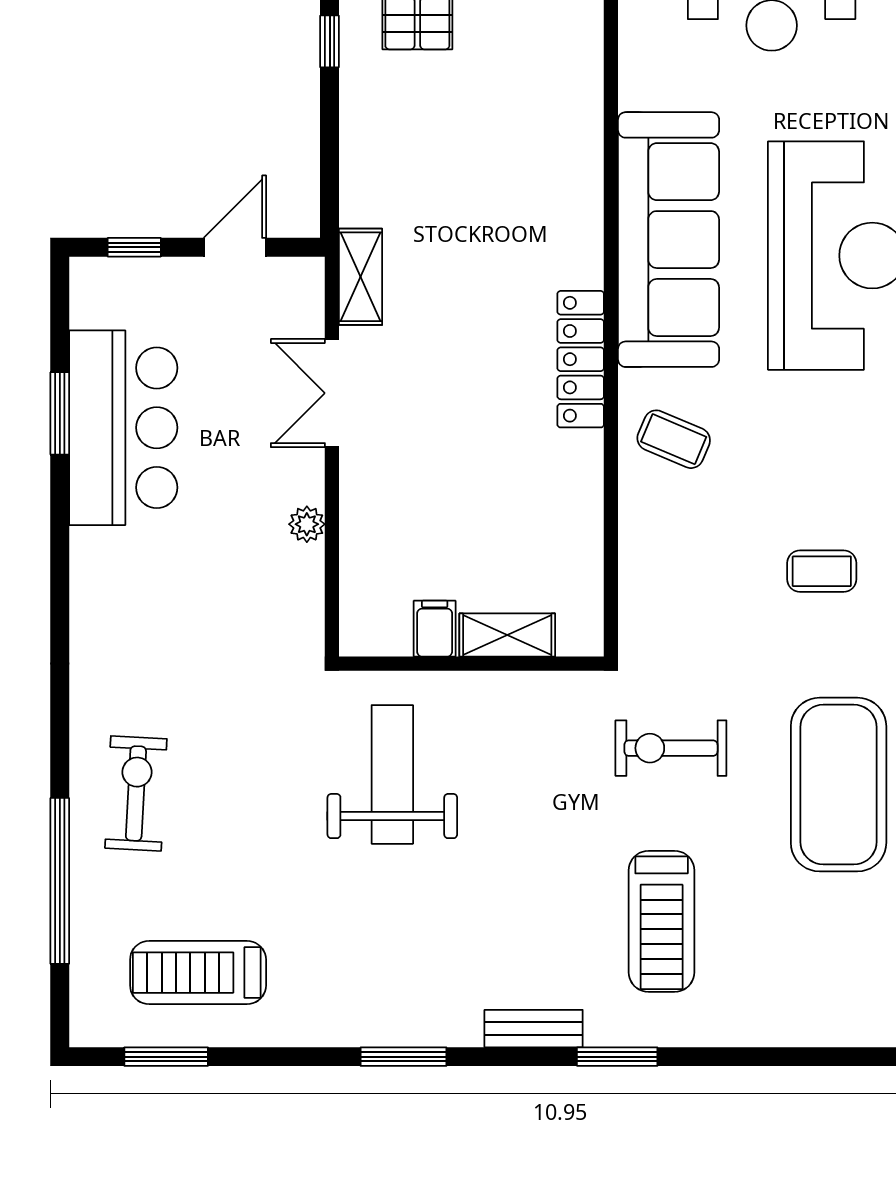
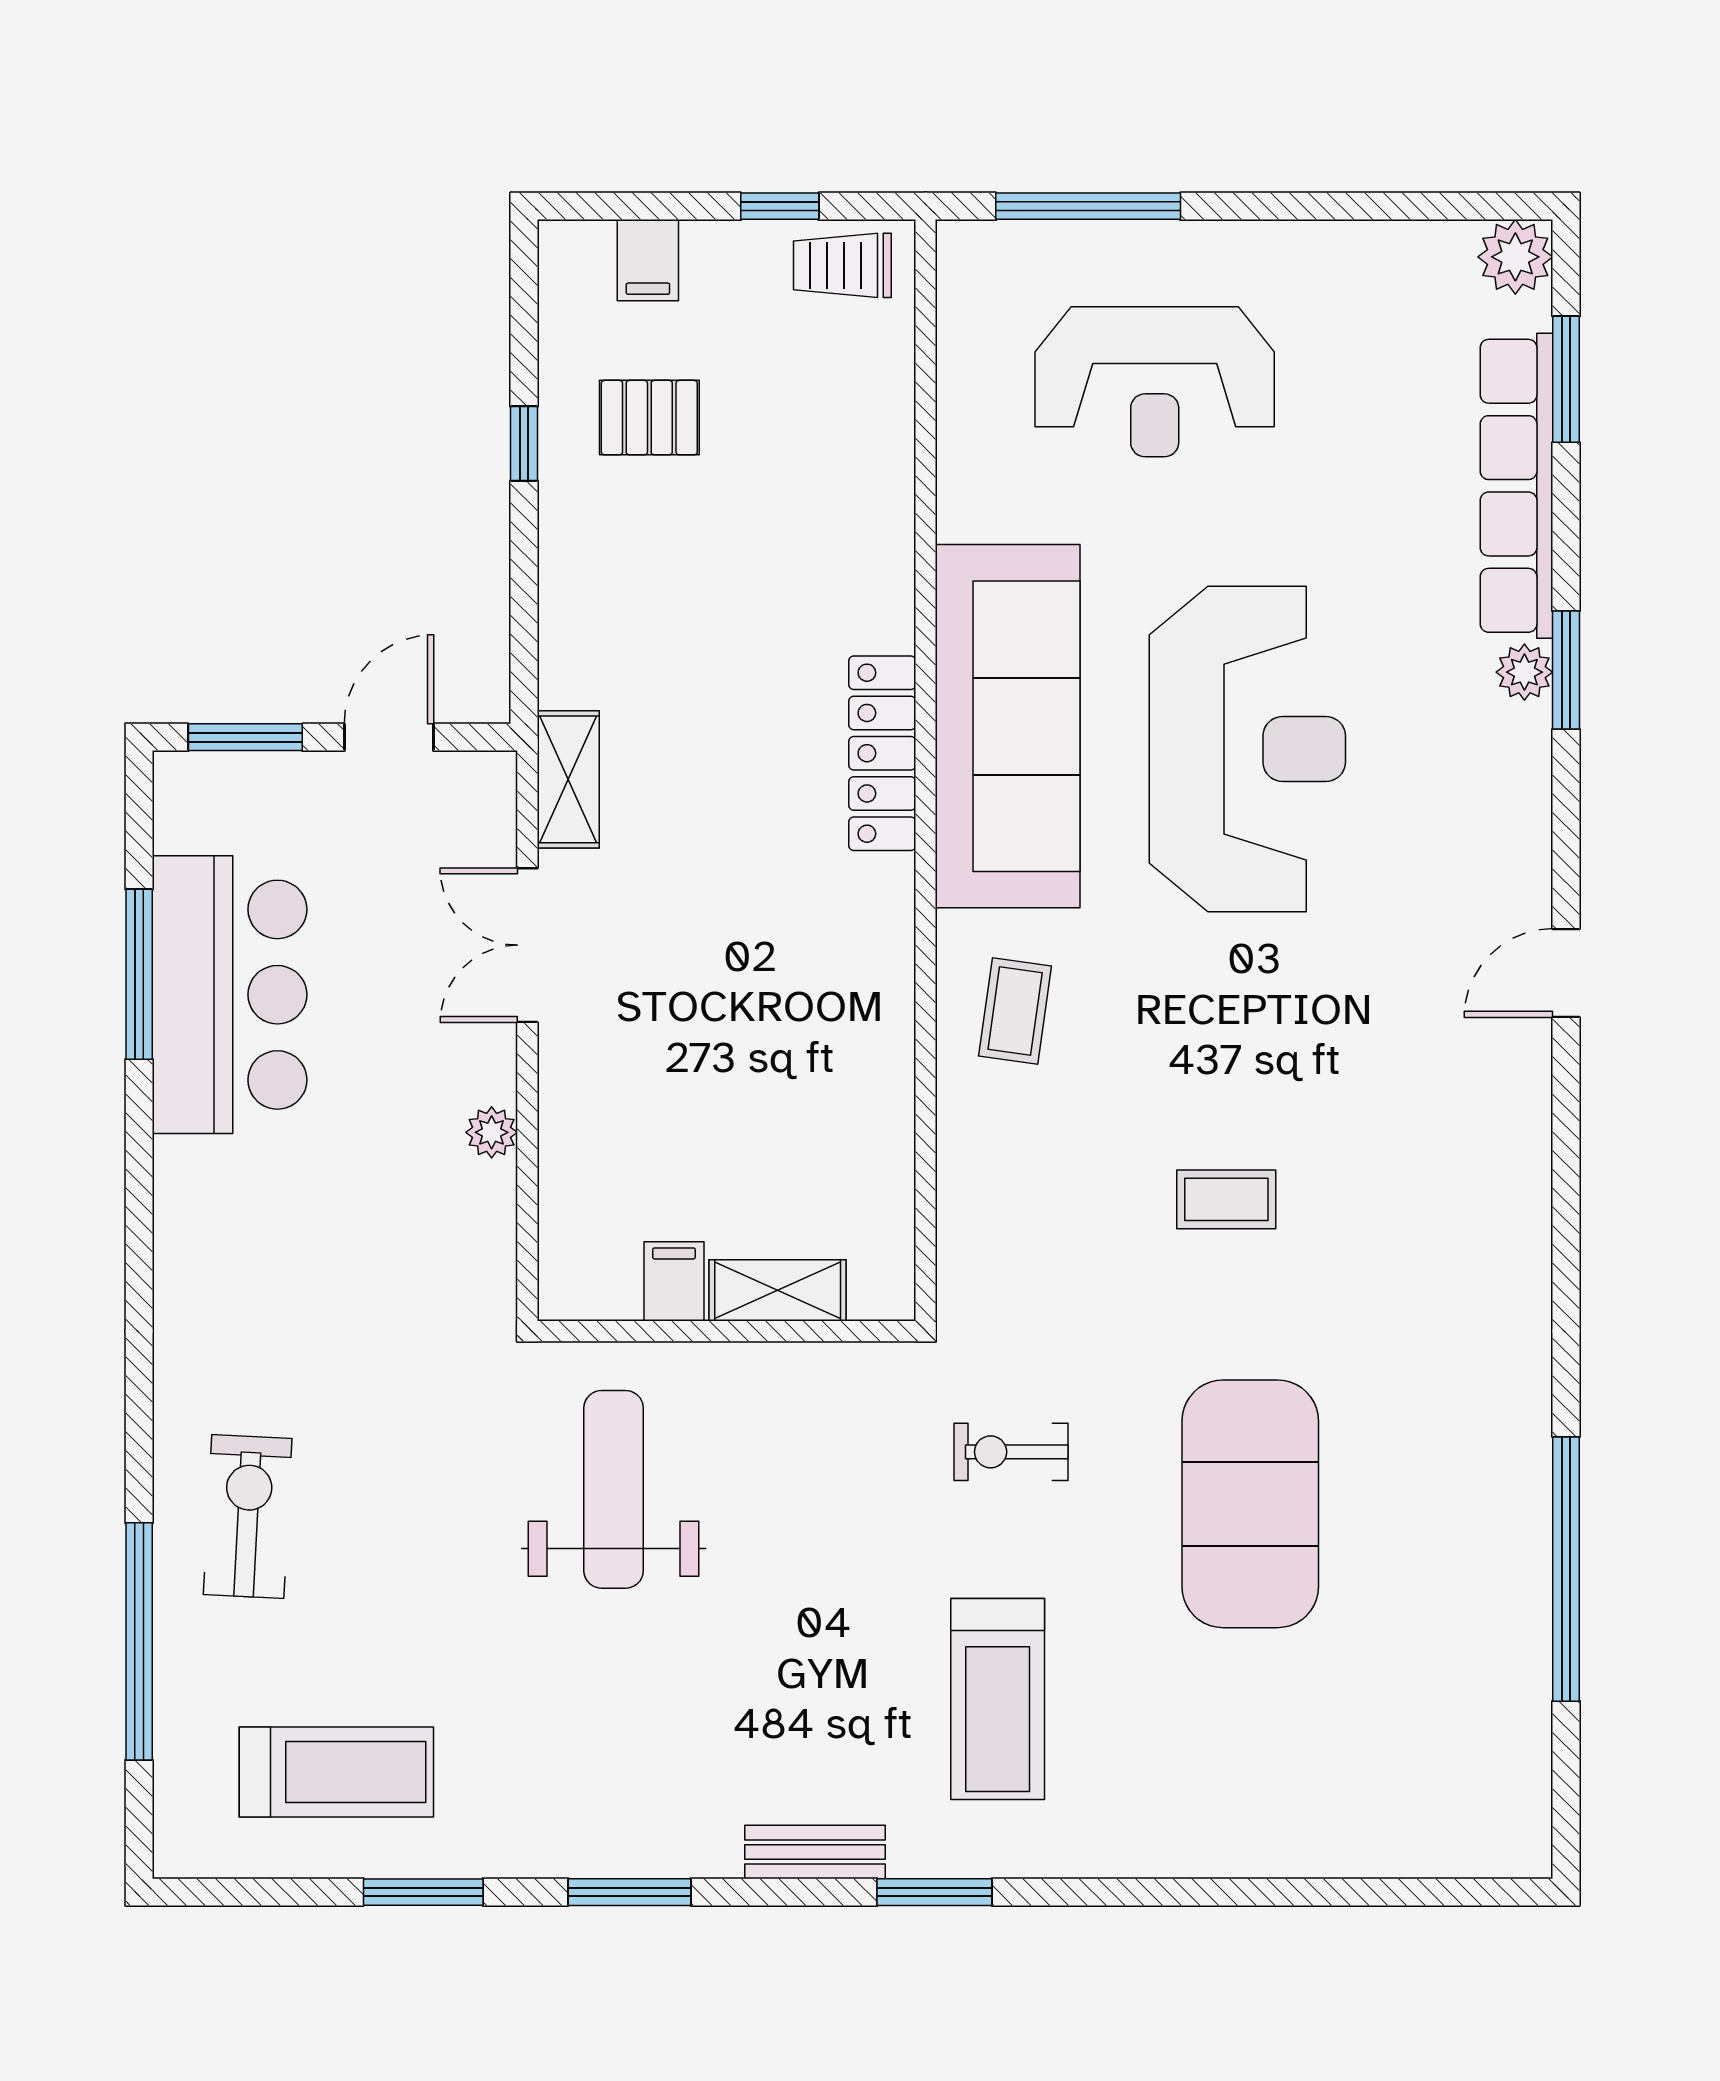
window: (134, 247) -> (245, 737), width x1.50
locker: (581, 359) -> (882, 753), moved
window: (60, 413) -> (139, 974), width x1.44
coffee table: (674, 439) -> (1015, 1011), turned 75
exercise bike: (671, 748) -> (1011, 1452), width x0.73, depth x0.72
treadmill: (198, 973) -> (336, 1772), turned 180
window: (166, 1057) -> (423, 1892), moved

